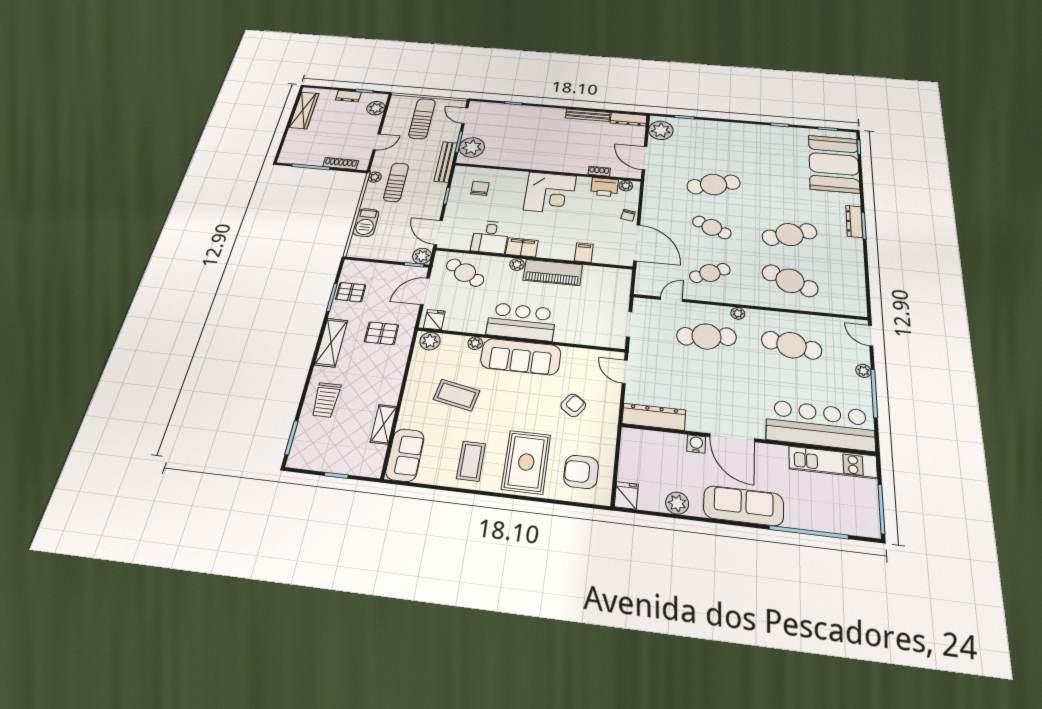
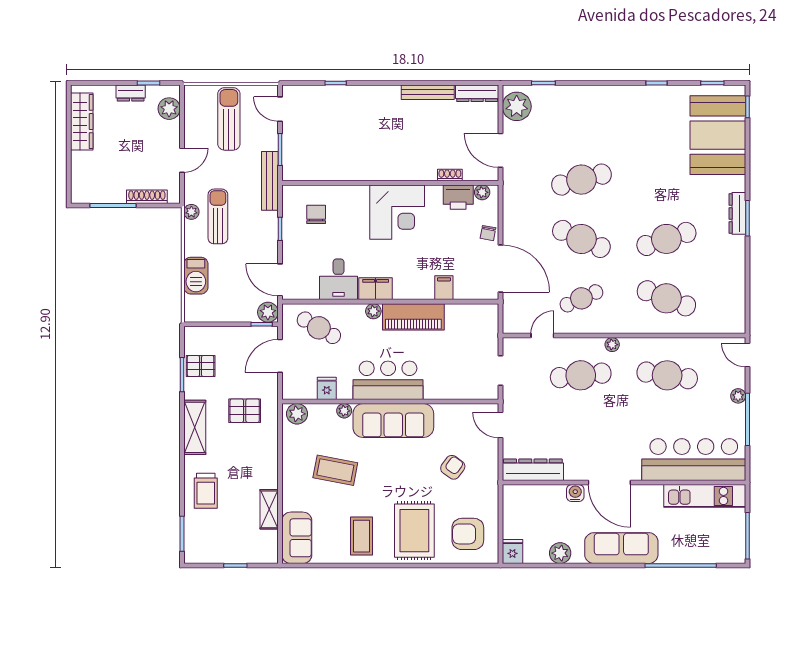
plant: (472, 147) -> (297, 156), removed
cafe table: (712, 227) -> (581, 239), width x1.37, depth x1.35
fridge: (434, 320) -> (327, 388), moved

